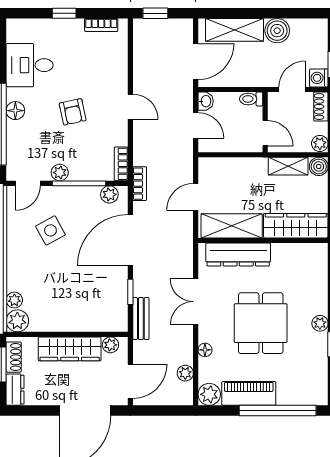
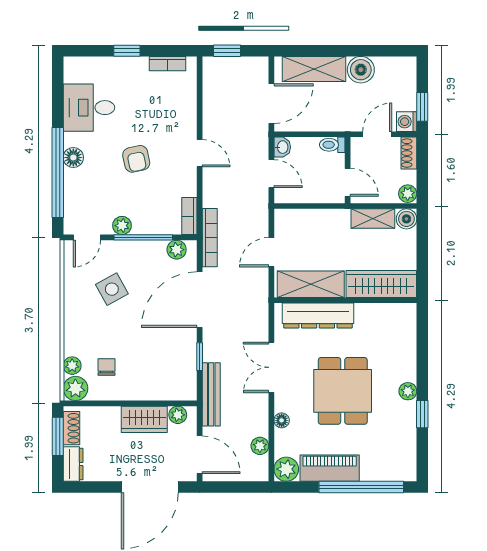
bookcase: (140, 184) -> (210, 238), width x1.56
chair: (46, 301) -> (107, 367), added
bench: (141, 319) -> (211, 394), width x1.36
wardrobe: (70, 349) -> (144, 419), width x0.67
door: (130, 381) -> (200, 455), hinge flipped

